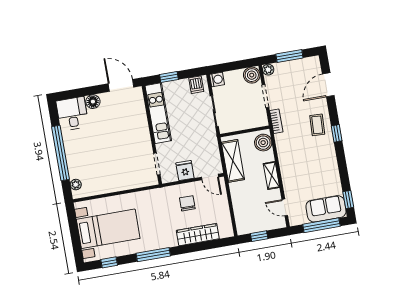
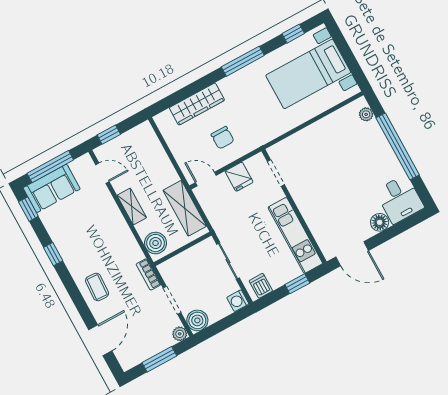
window: (337, 133) -> (53, 254), moved
window: (259, 236) -> (109, 135), moved

